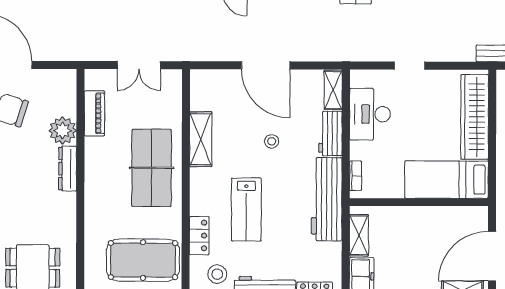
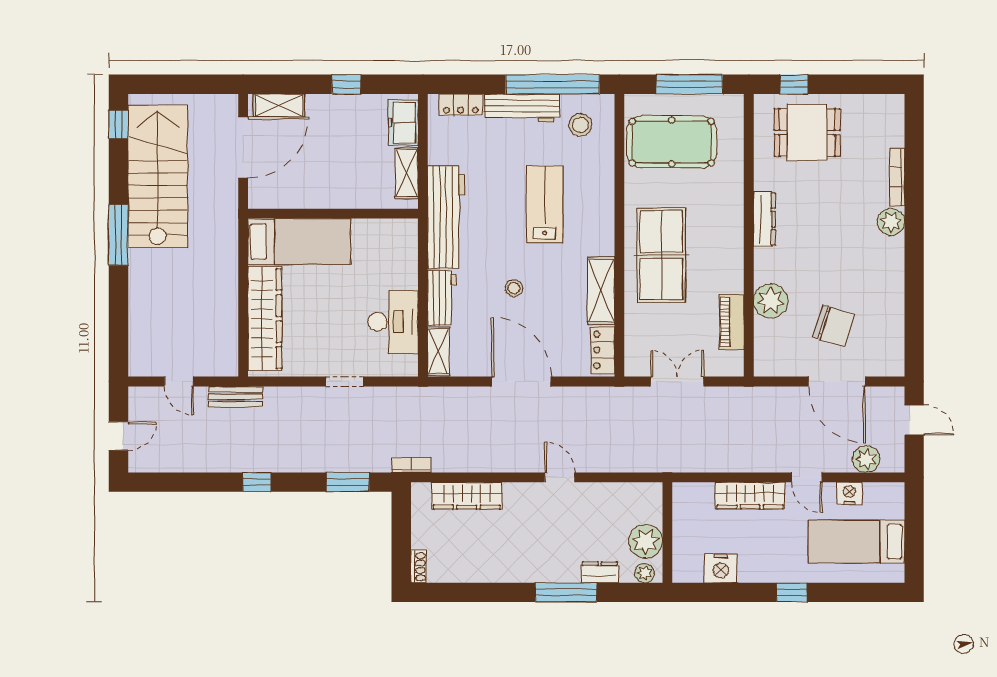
dresser: (68, 169) -> (764, 219), moved
bookcase: (356, 176) -> (411, 246), removed
locker: (199, 235) -> (603, 350), moved

